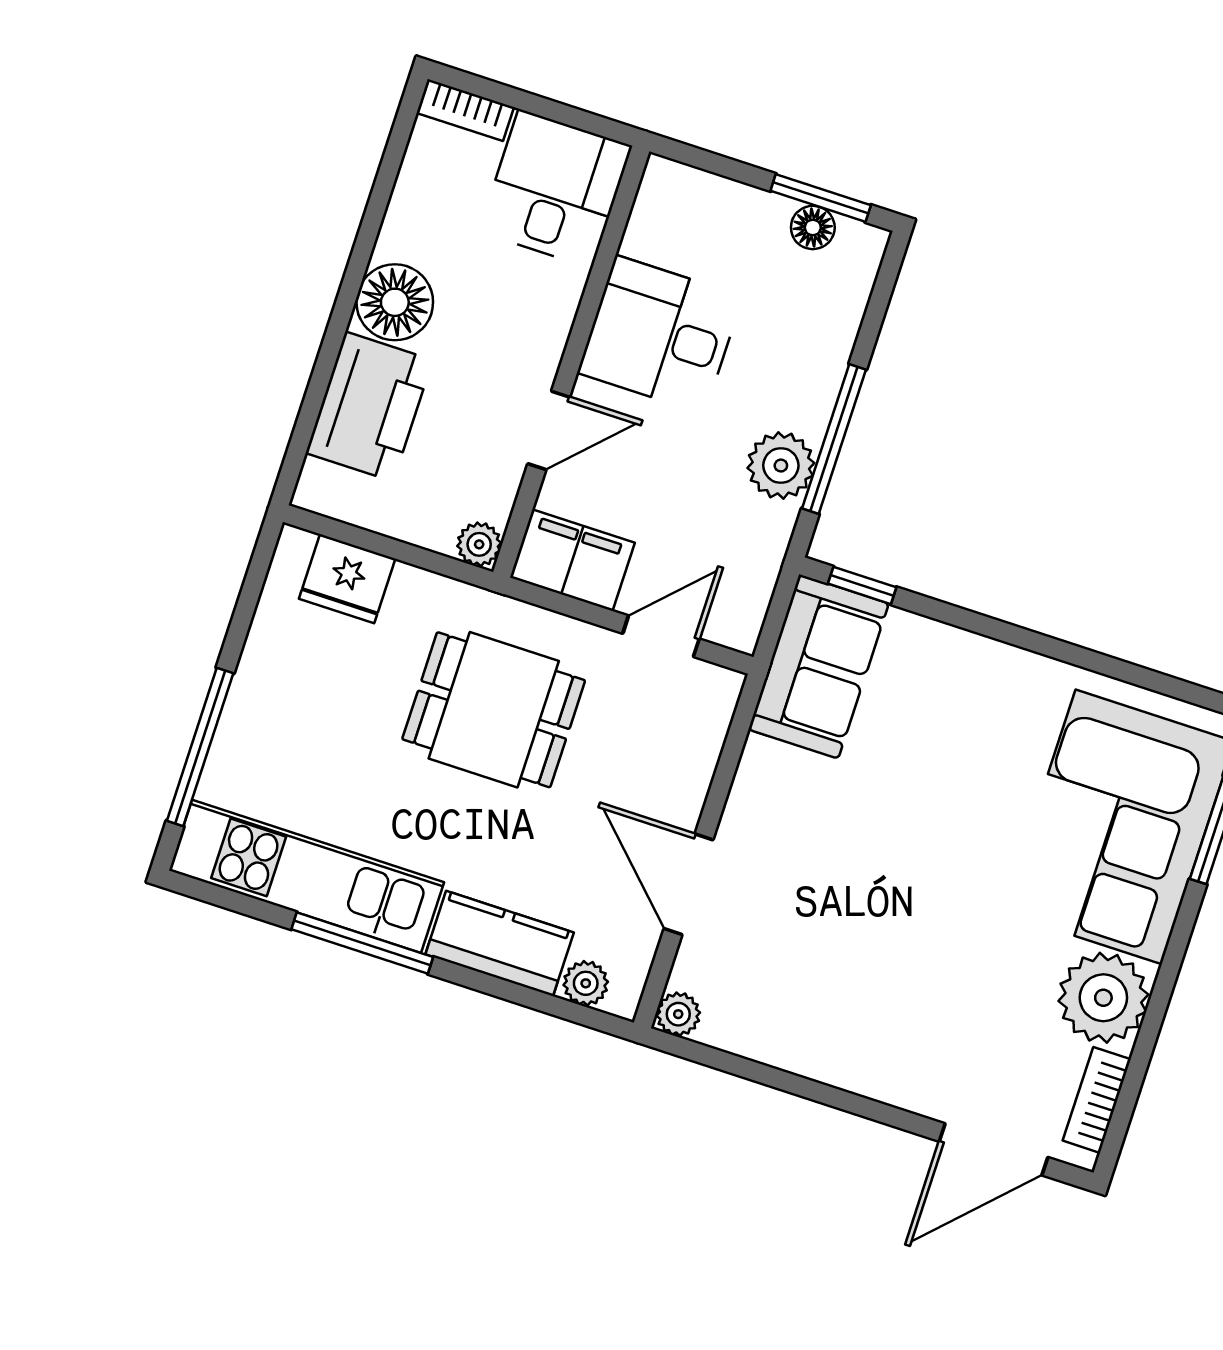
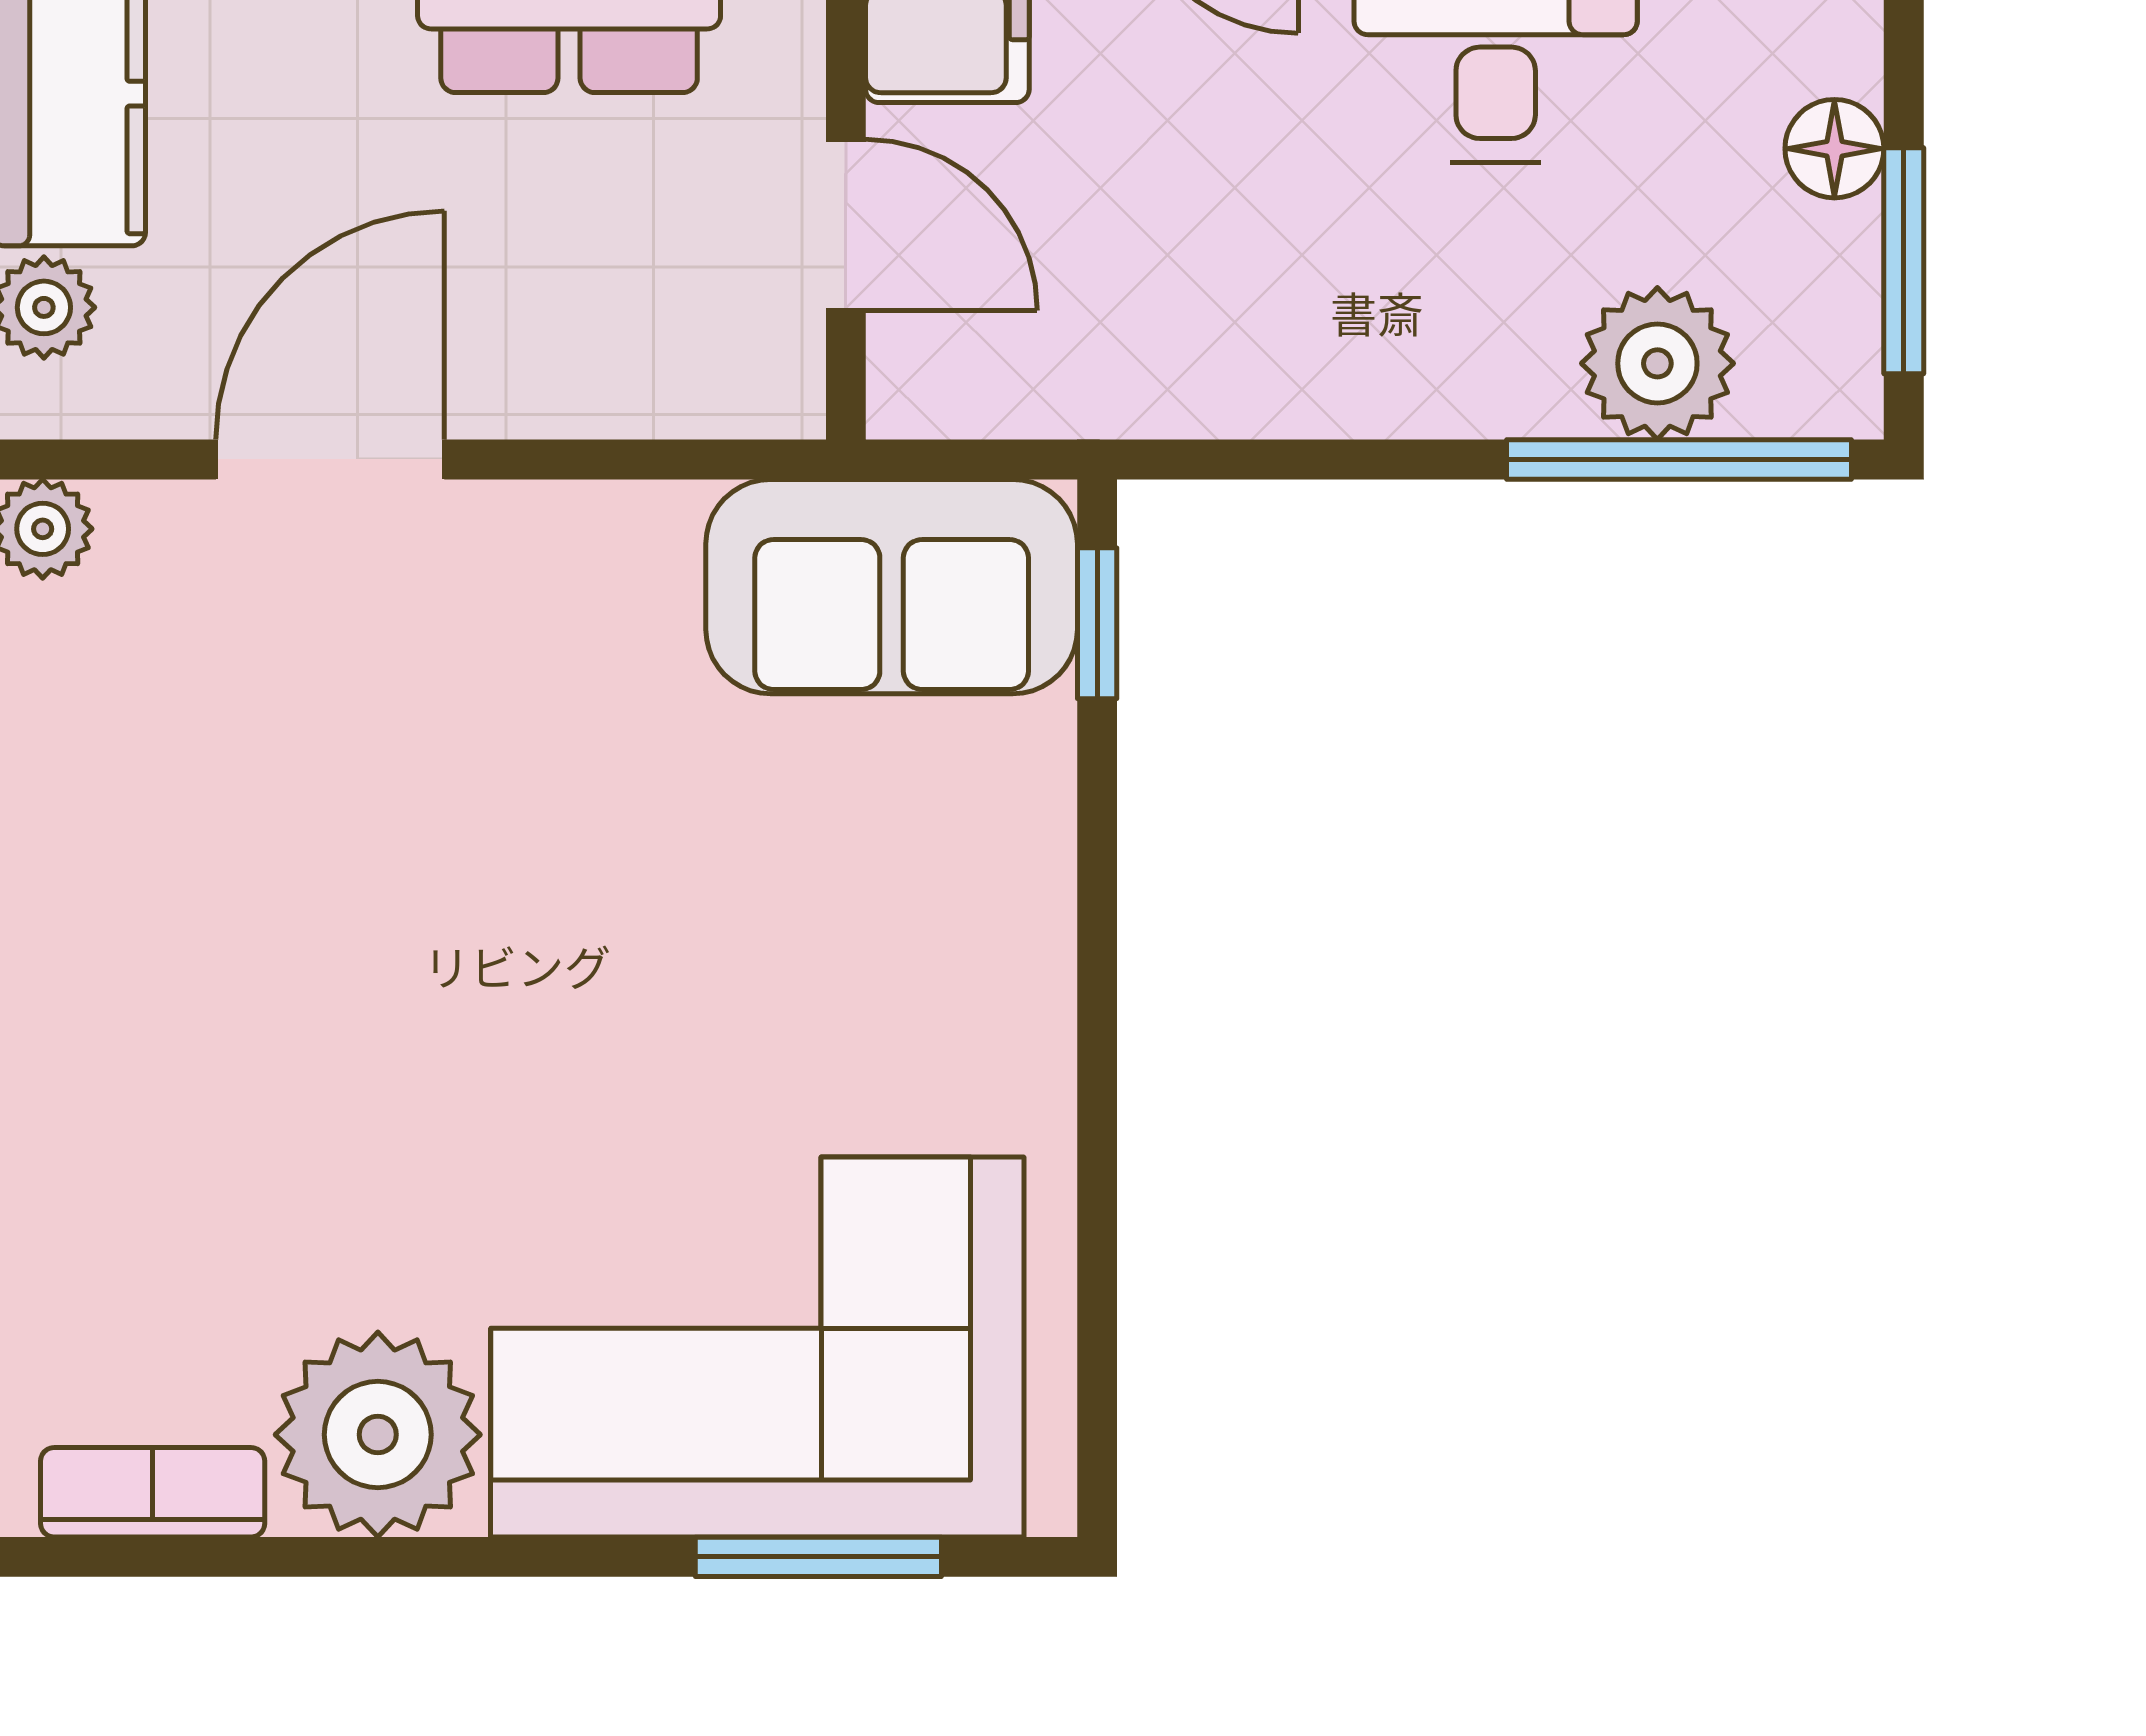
floor lamp: (813, 227) -> (1834, 149), moved
window: (834, 439) -> (1679, 459), moved
plant: (781, 466) -> (1657, 363), moved

